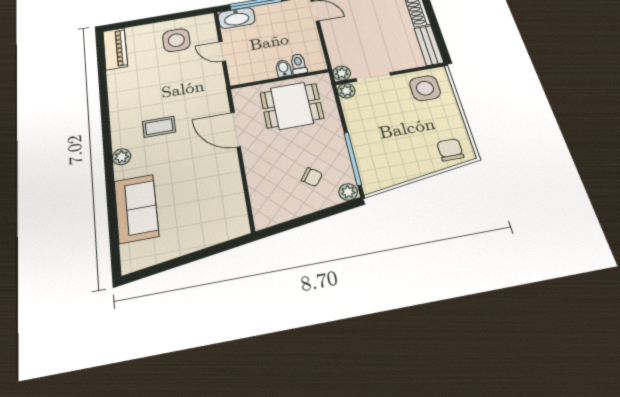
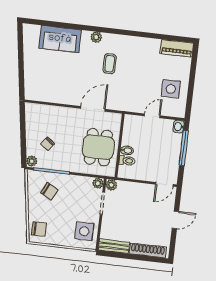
washbasin: (237, 18) -> (179, 127), width x0.52, depth x0.69
chair: (385, 152) -> (49, 191), added

